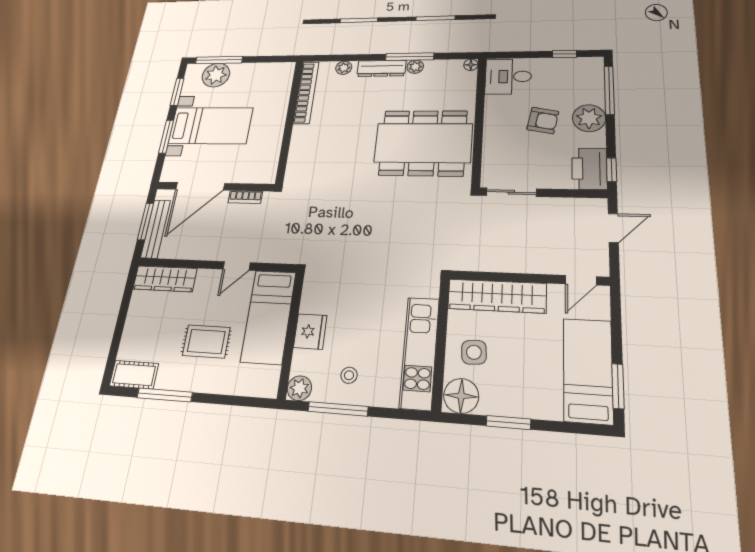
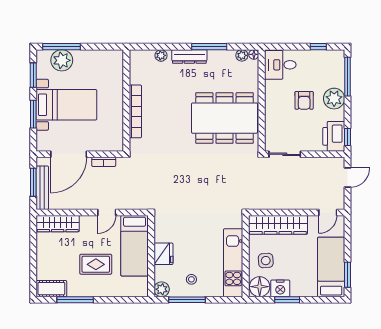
plant: (415, 67) -> (242, 55), moved
bookcase: (306, 93) -> (135, 111), moved
armchair: (543, 120) -> (304, 100), turned 79
nightstand: (497, 401) -> (280, 288), added

